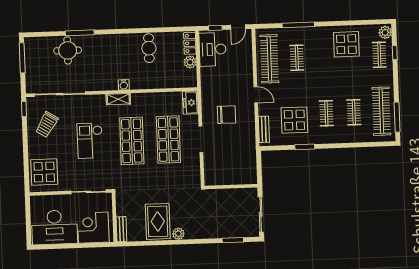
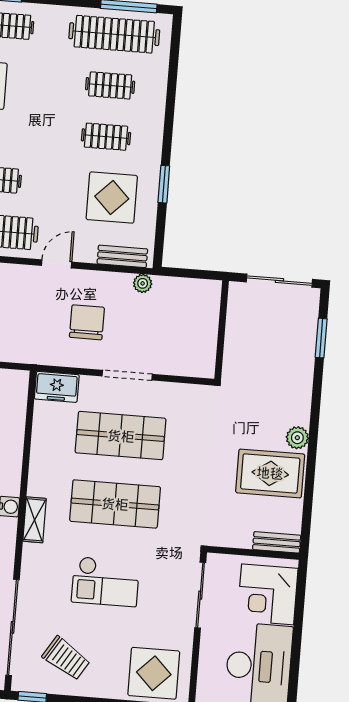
plant: (251, 142) -> (143, 283), added

